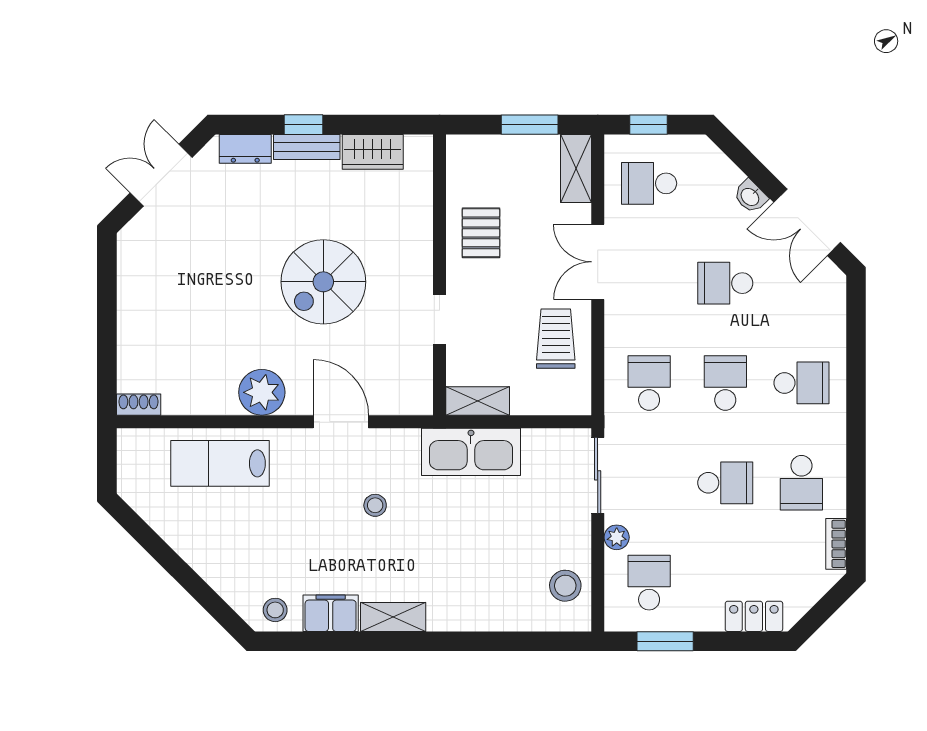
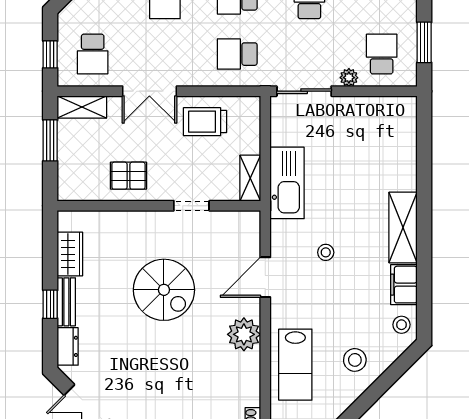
school desk: (649, 583) -> (382, 54), turned 90
stool: (565, 586) -> (355, 360), moved
shelving: (393, 617) -> (403, 227), width x1.50, depth x1.33

